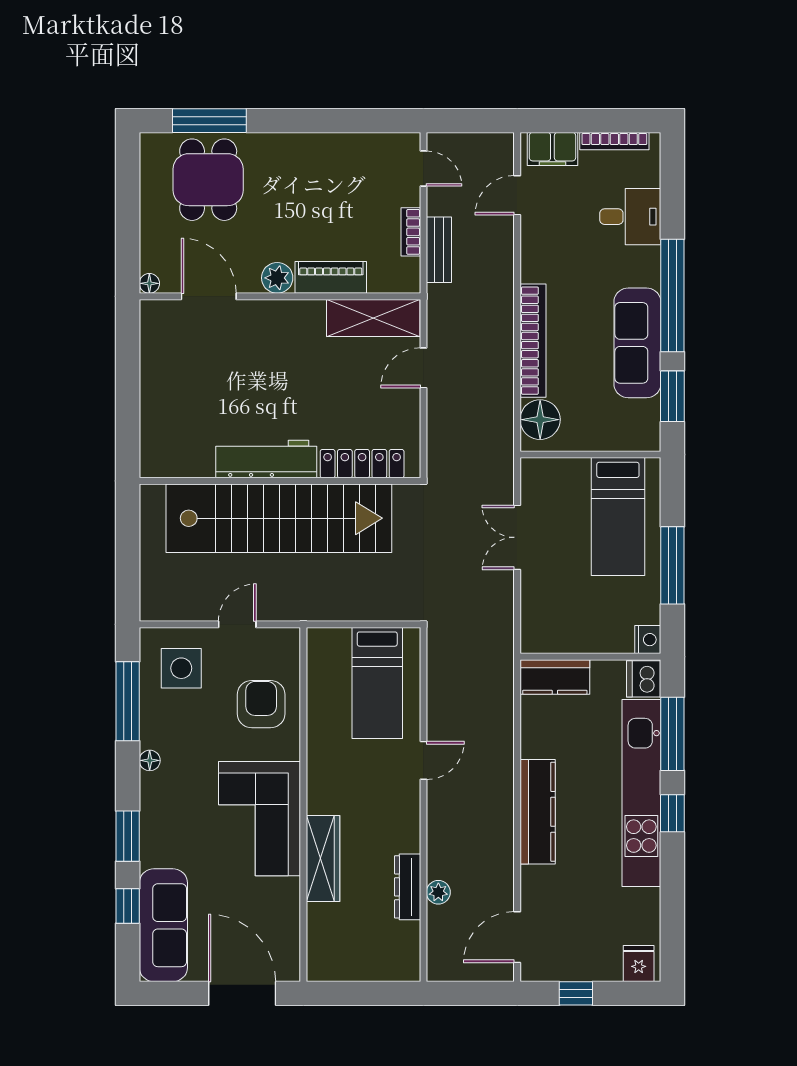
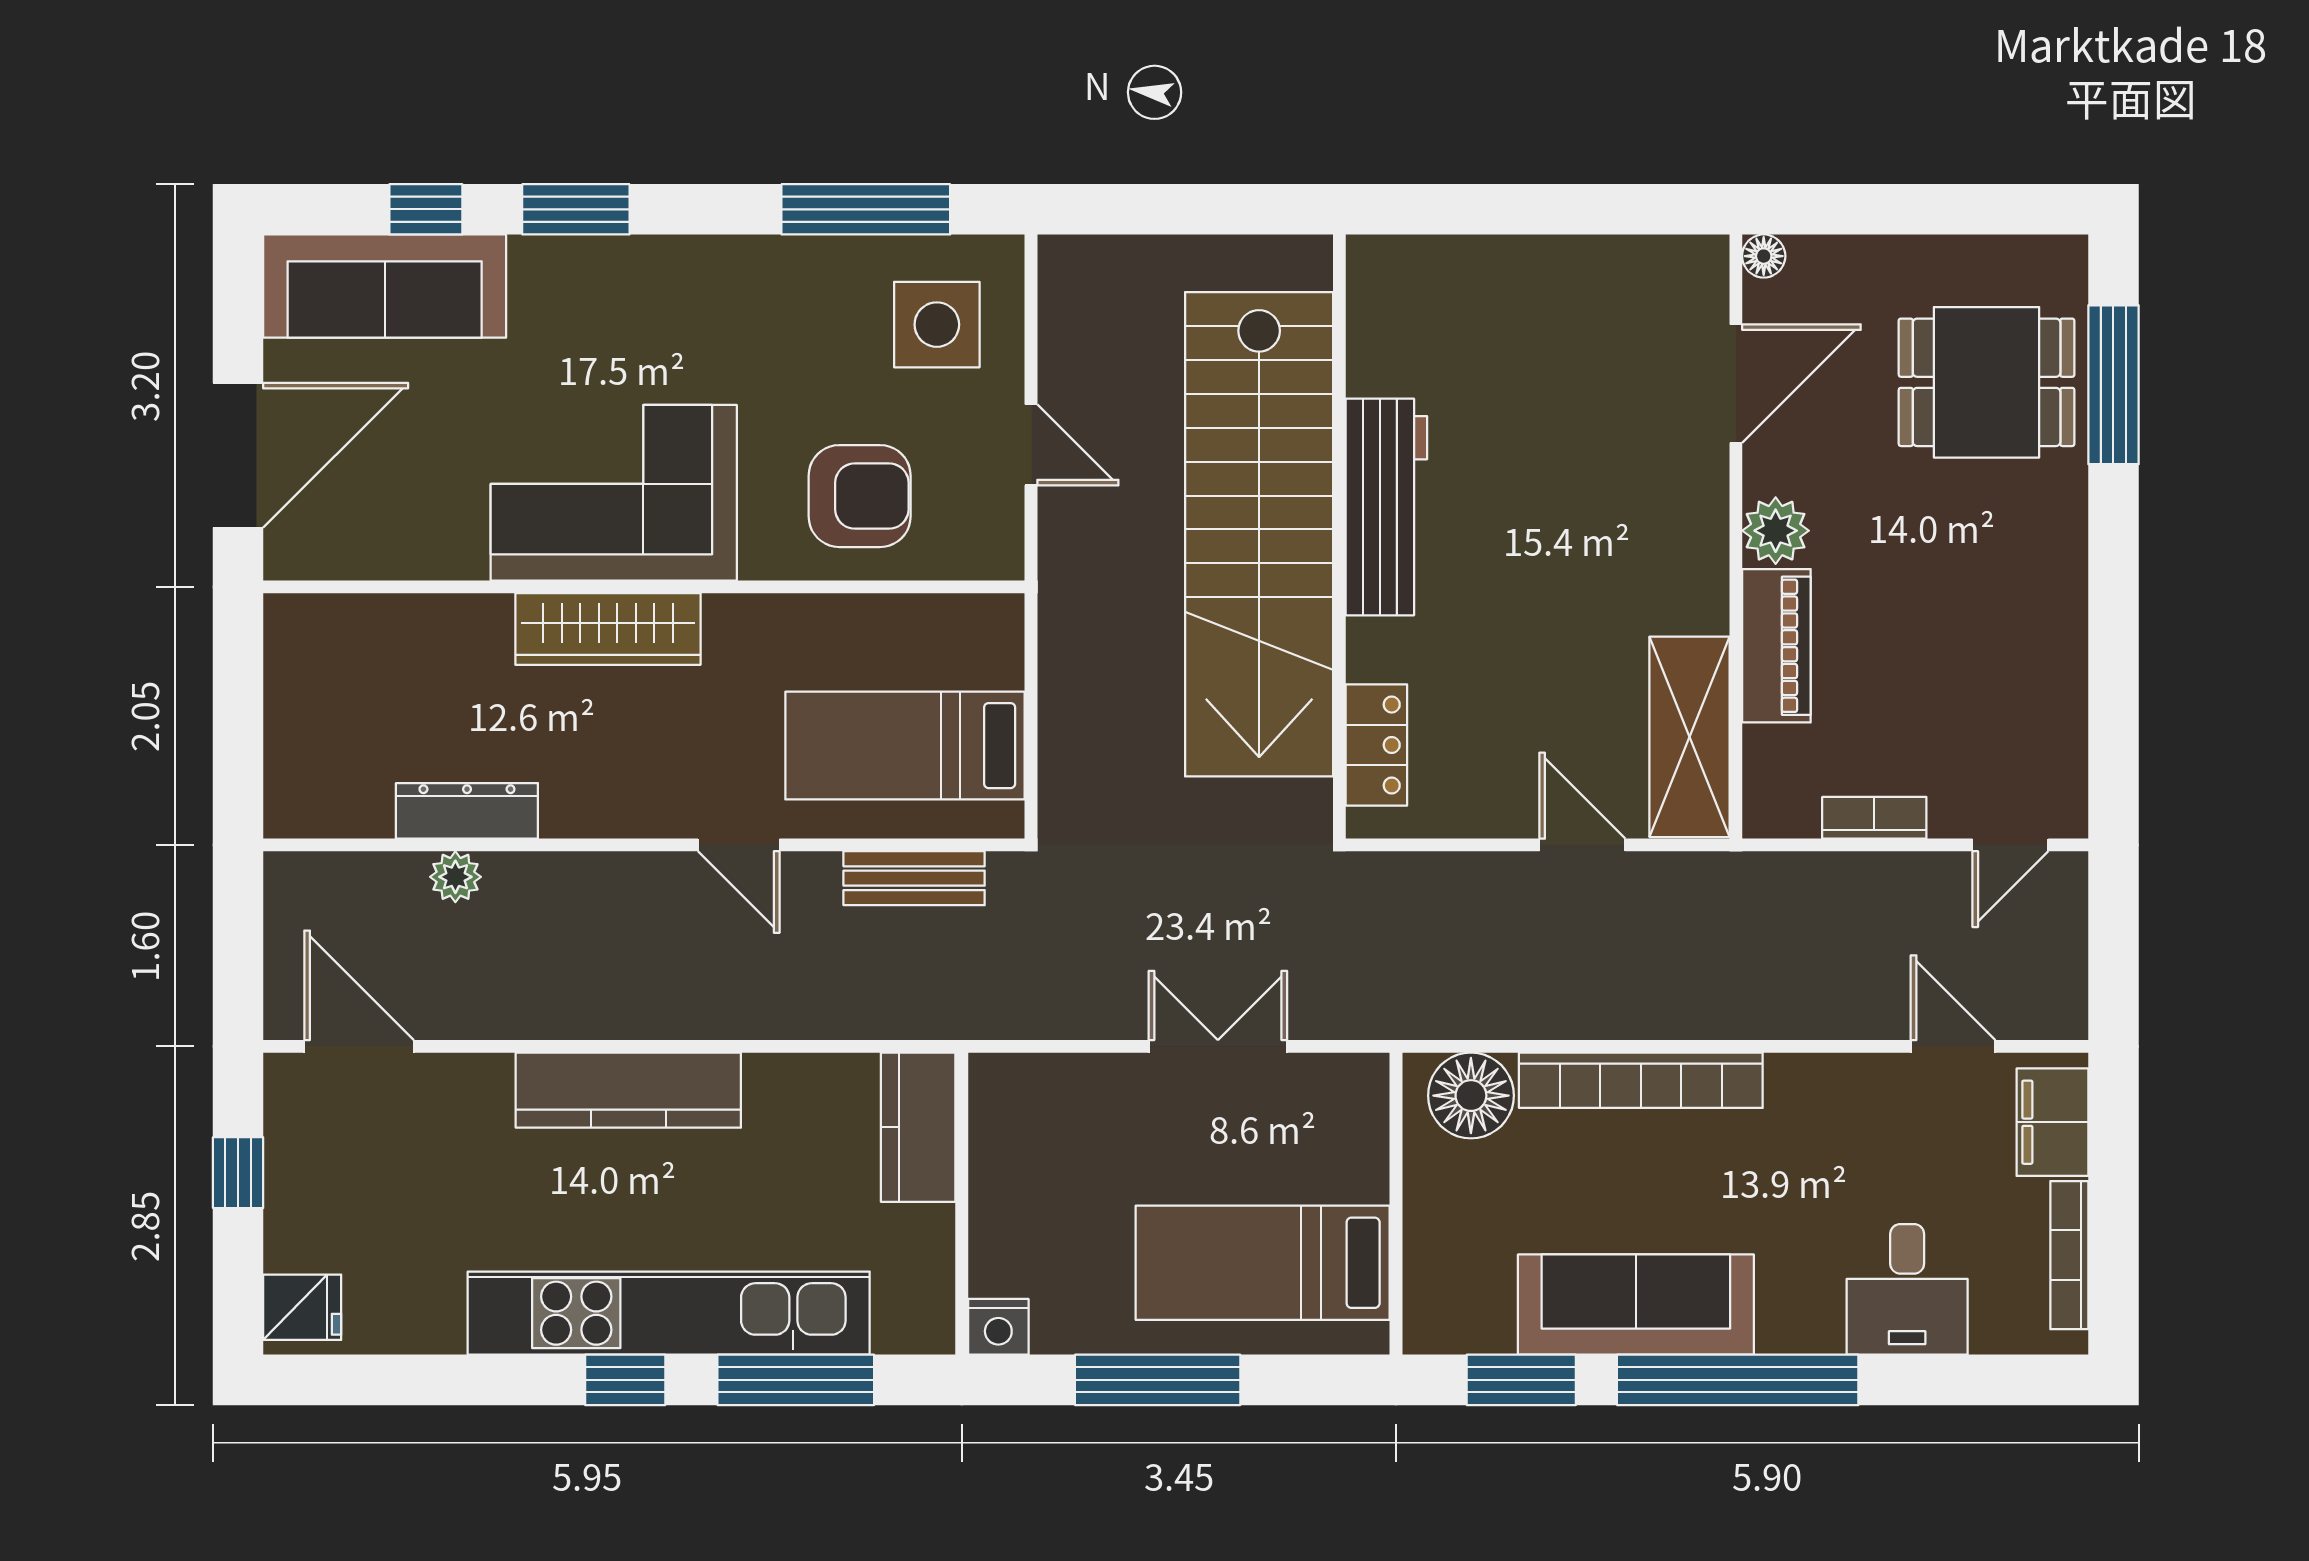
bench: (439, 250) -> (914, 878), moved
locker: (362, 464) -> (1376, 745), width x0.66
dishwasher: (644, 679) -> (914, 1318), removed
floor lamp: (150, 760) -> (739, 257), removed
wardrobe: (323, 859) -> (608, 629), moved

